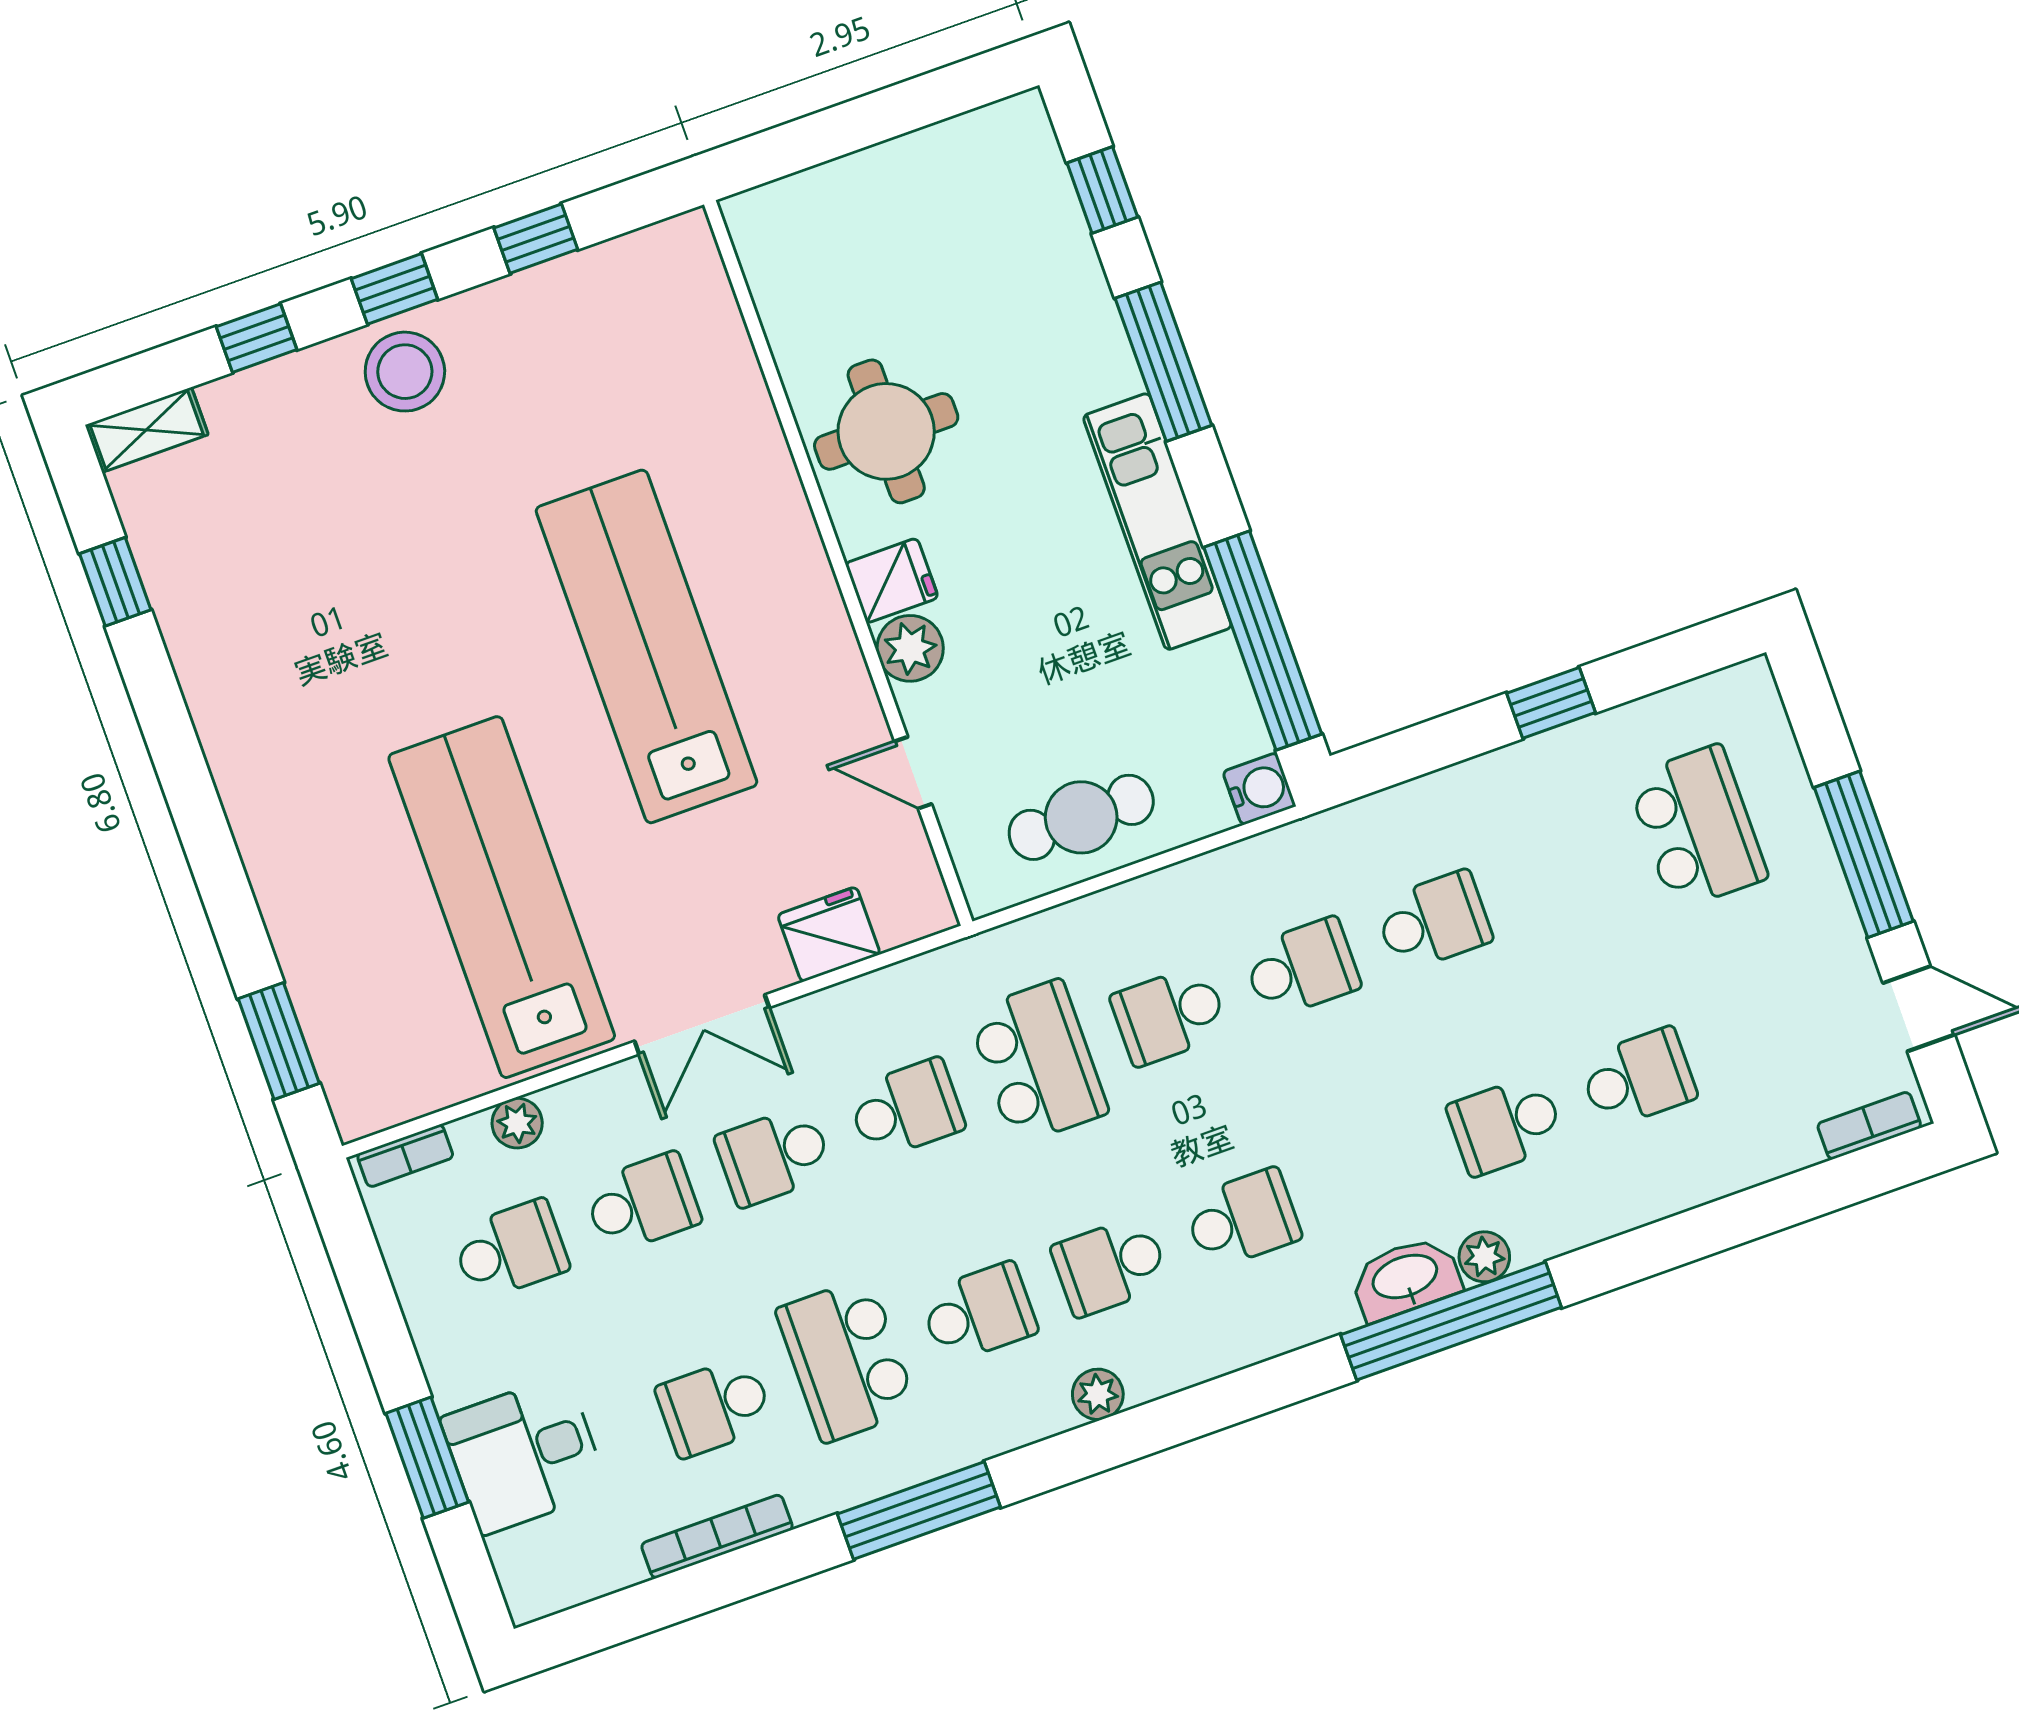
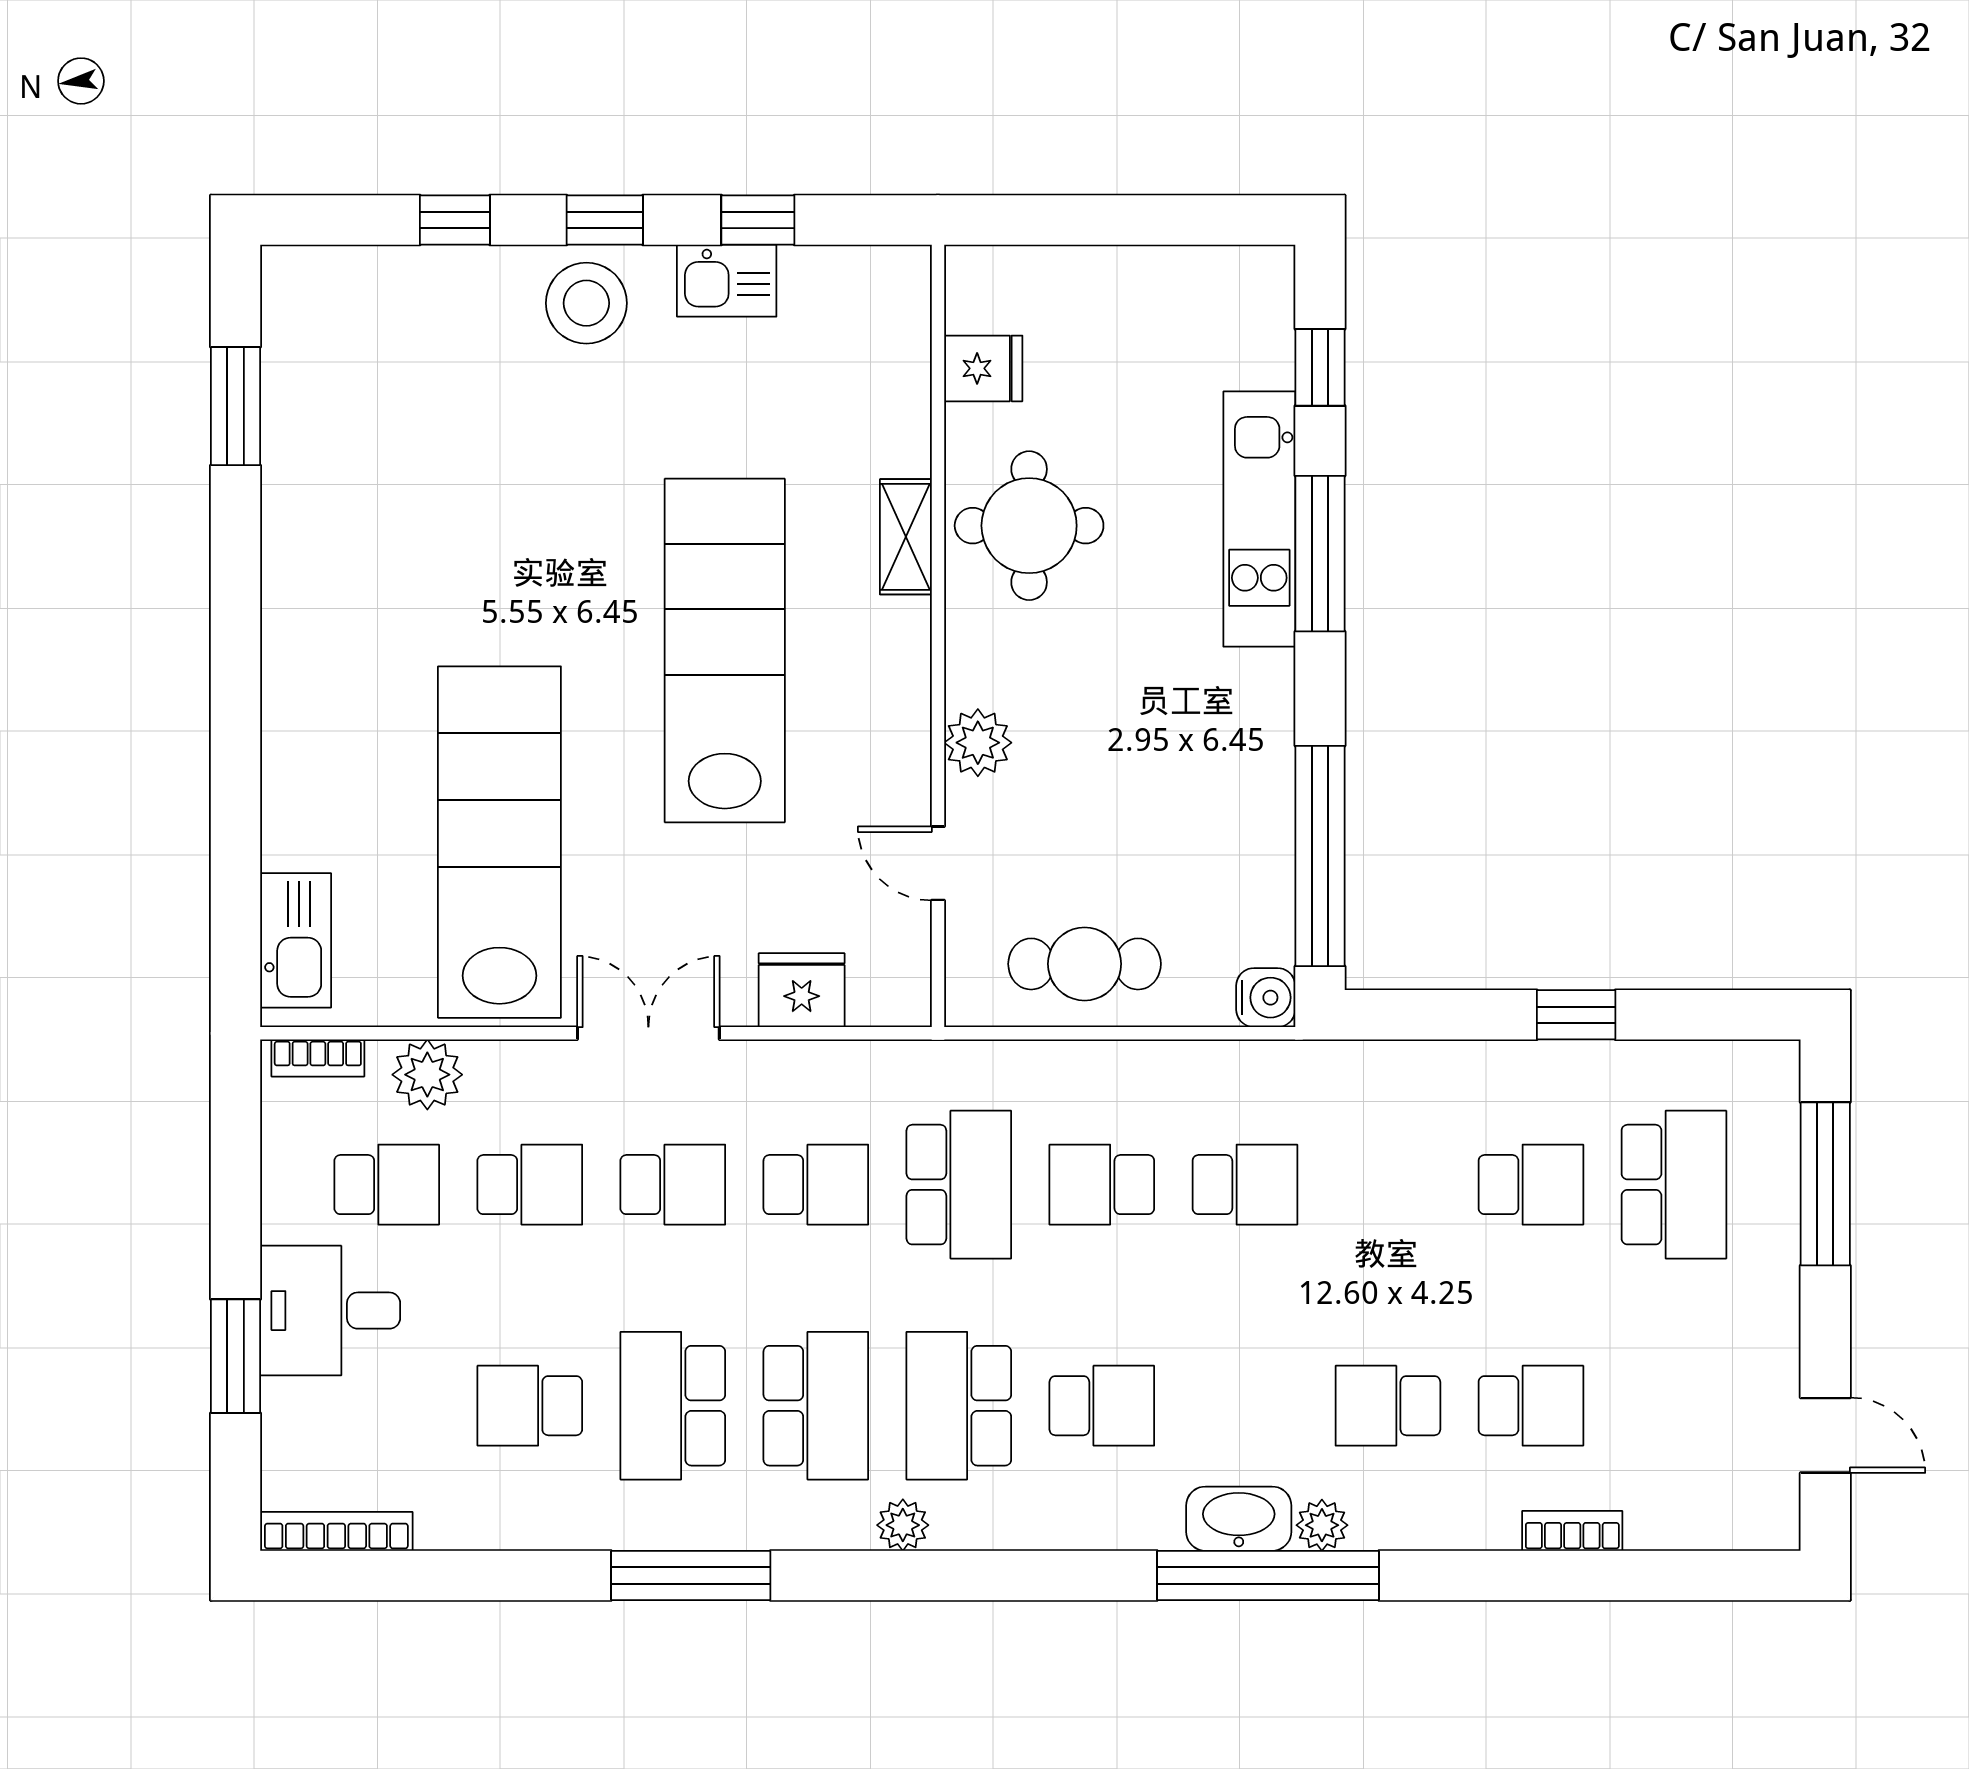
kitchen sink: (527, 305) -> (727, 281), added
shelving: (147, 430) -> (906, 537), moved, turned 90
kitchen unit: (1157, 522) -> (1259, 519), moved
fridge: (892, 581) -> (983, 368), moved
window: (115, 582) -> (236, 406), width x1.50
window: (1864, 854) -> (1825, 1184), moved
school desk: (1433, 921) -> (1531, 1185), moved
double door: (702, 1024) -> (648, 1033), swing flipped
window: (279, 1041) -> (236, 904), removed
kitchen sink: (346, 1055) -> (296, 940), added
plant: (517, 1123) -> (427, 1075), width x1.38, depth x1.38
bookcase: (1869, 1126) -> (1572, 1531), moved
school desk: (774, 1156) -> (673, 1185), turned 180
school desk: (1110, 1266) -> (959, 1406), width x1.85
school desk: (978, 1313) -> (816, 1406), width x1.85
desk: (524, 1455) -> (330, 1311), moved
bookcase: (717, 1536) -> (336, 1531), moved

